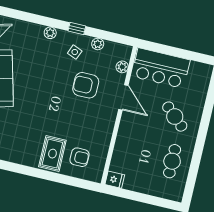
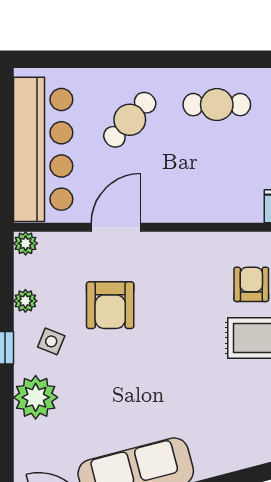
plant: (50, 33) -> (36, 397), width x1.88, depth x1.88
plant: (122, 67) -> (26, 243), moved
bar counter: (161, 68) -> (43, 149), width x1.36

